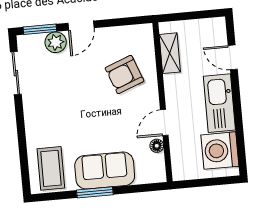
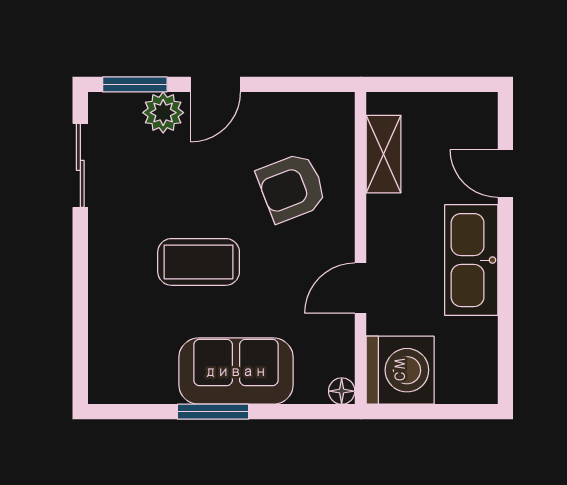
floor lamp: (157, 146) -> (342, 391), moved
washing machine: (220, 151) -> (400, 370), moved, turned 180
coffee table: (51, 168) -> (199, 262), moved, turned 90

